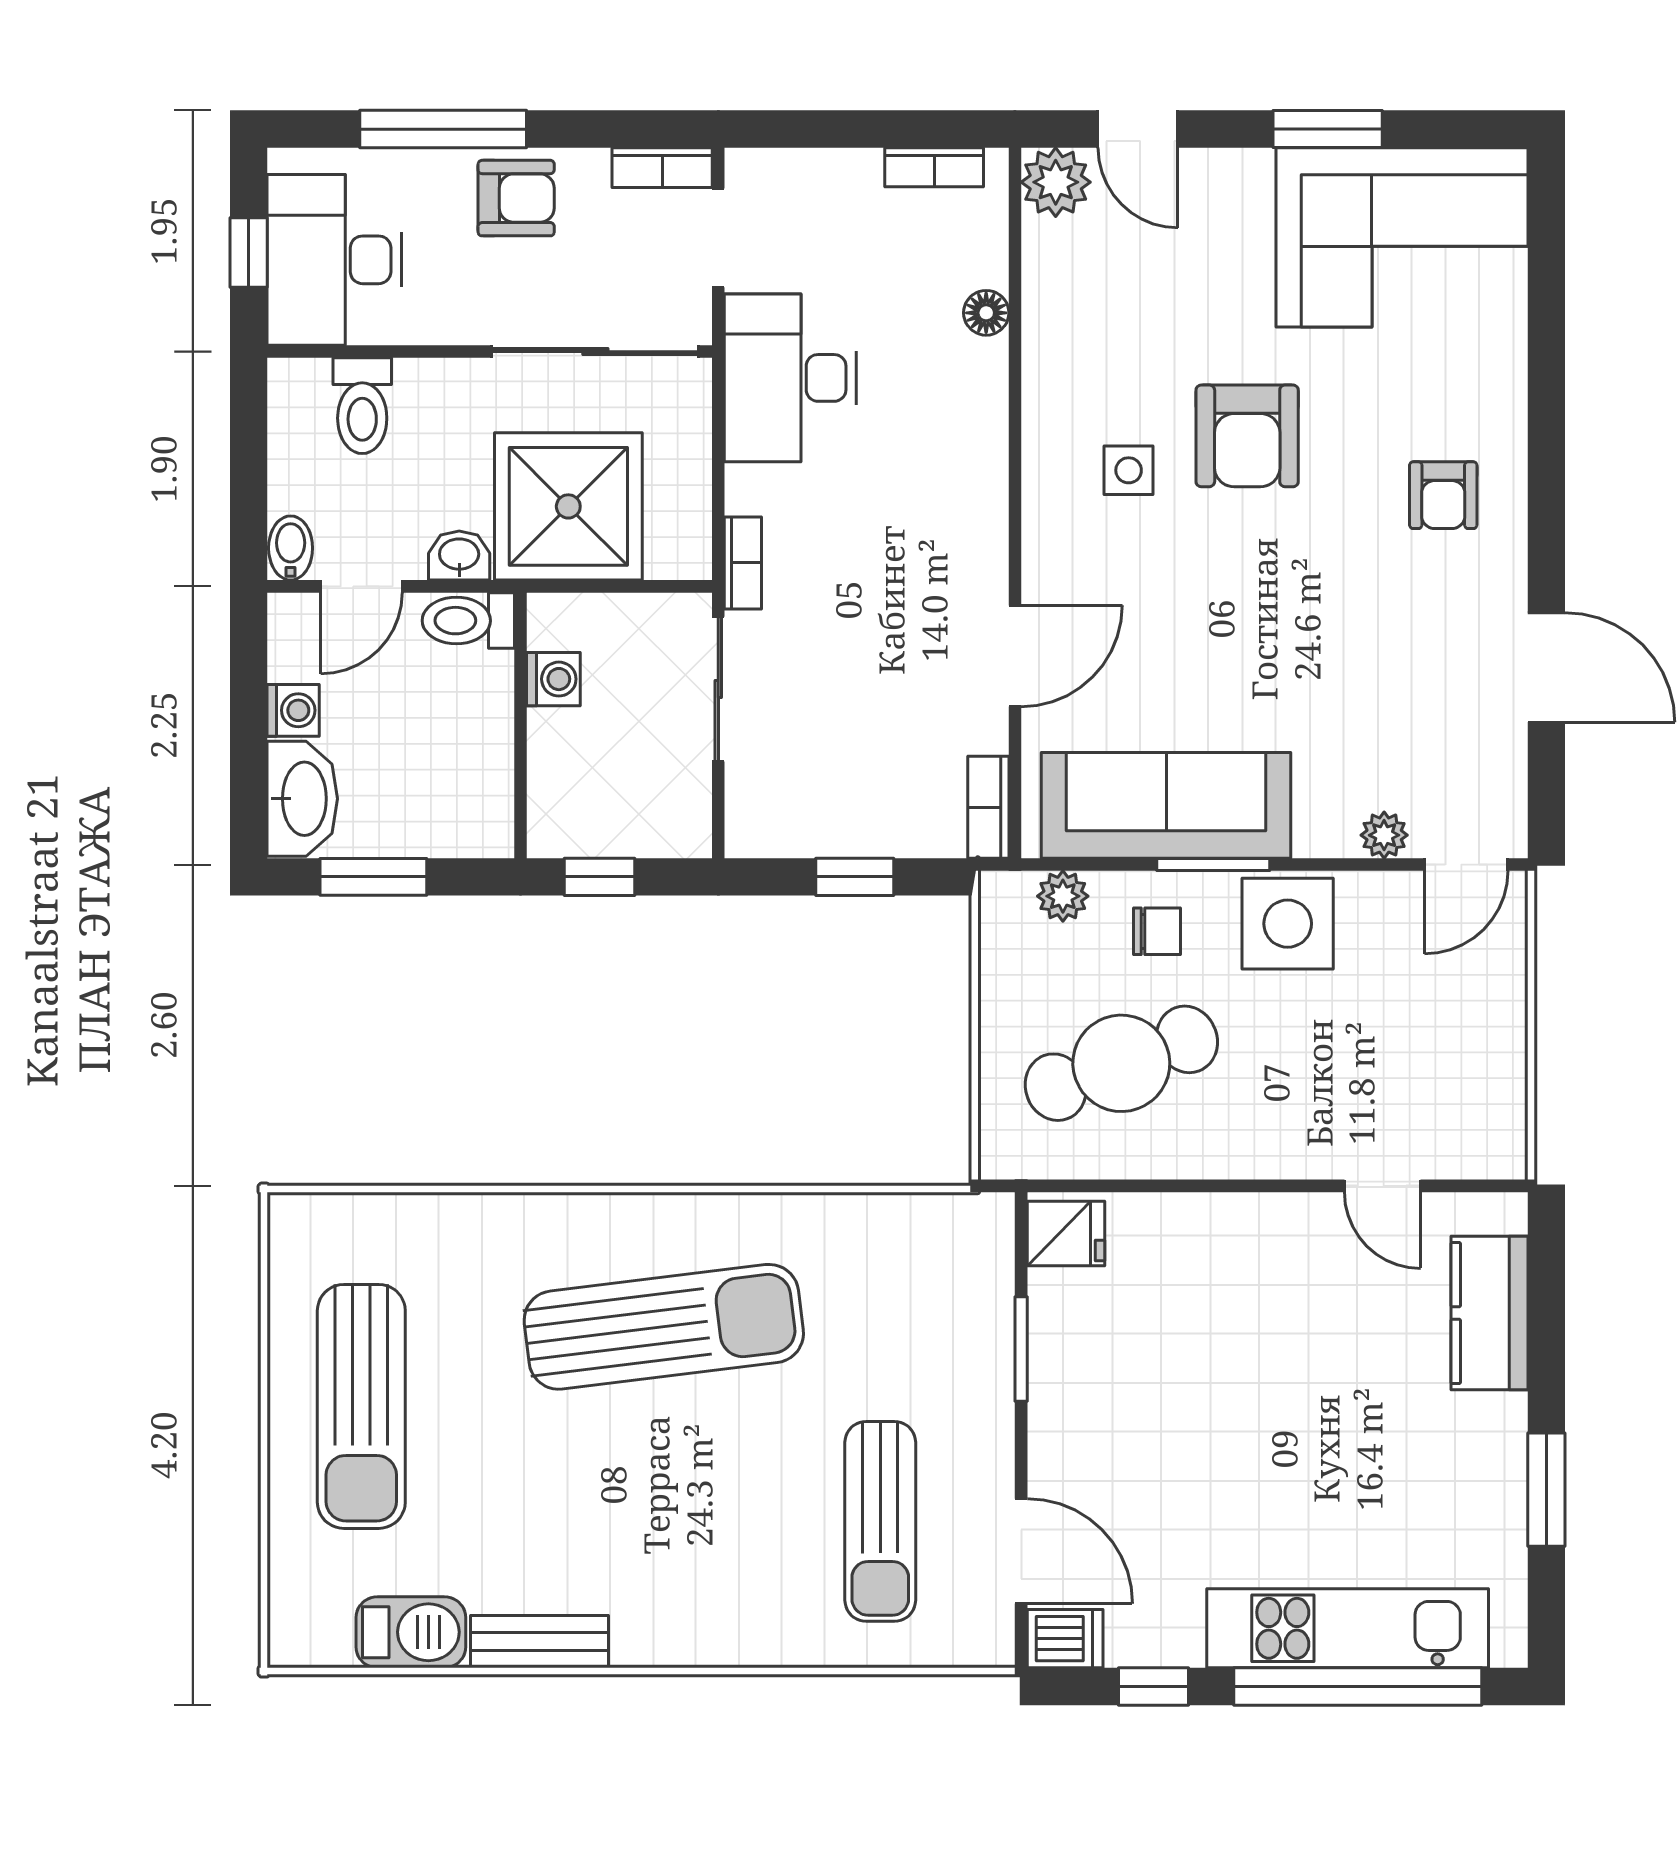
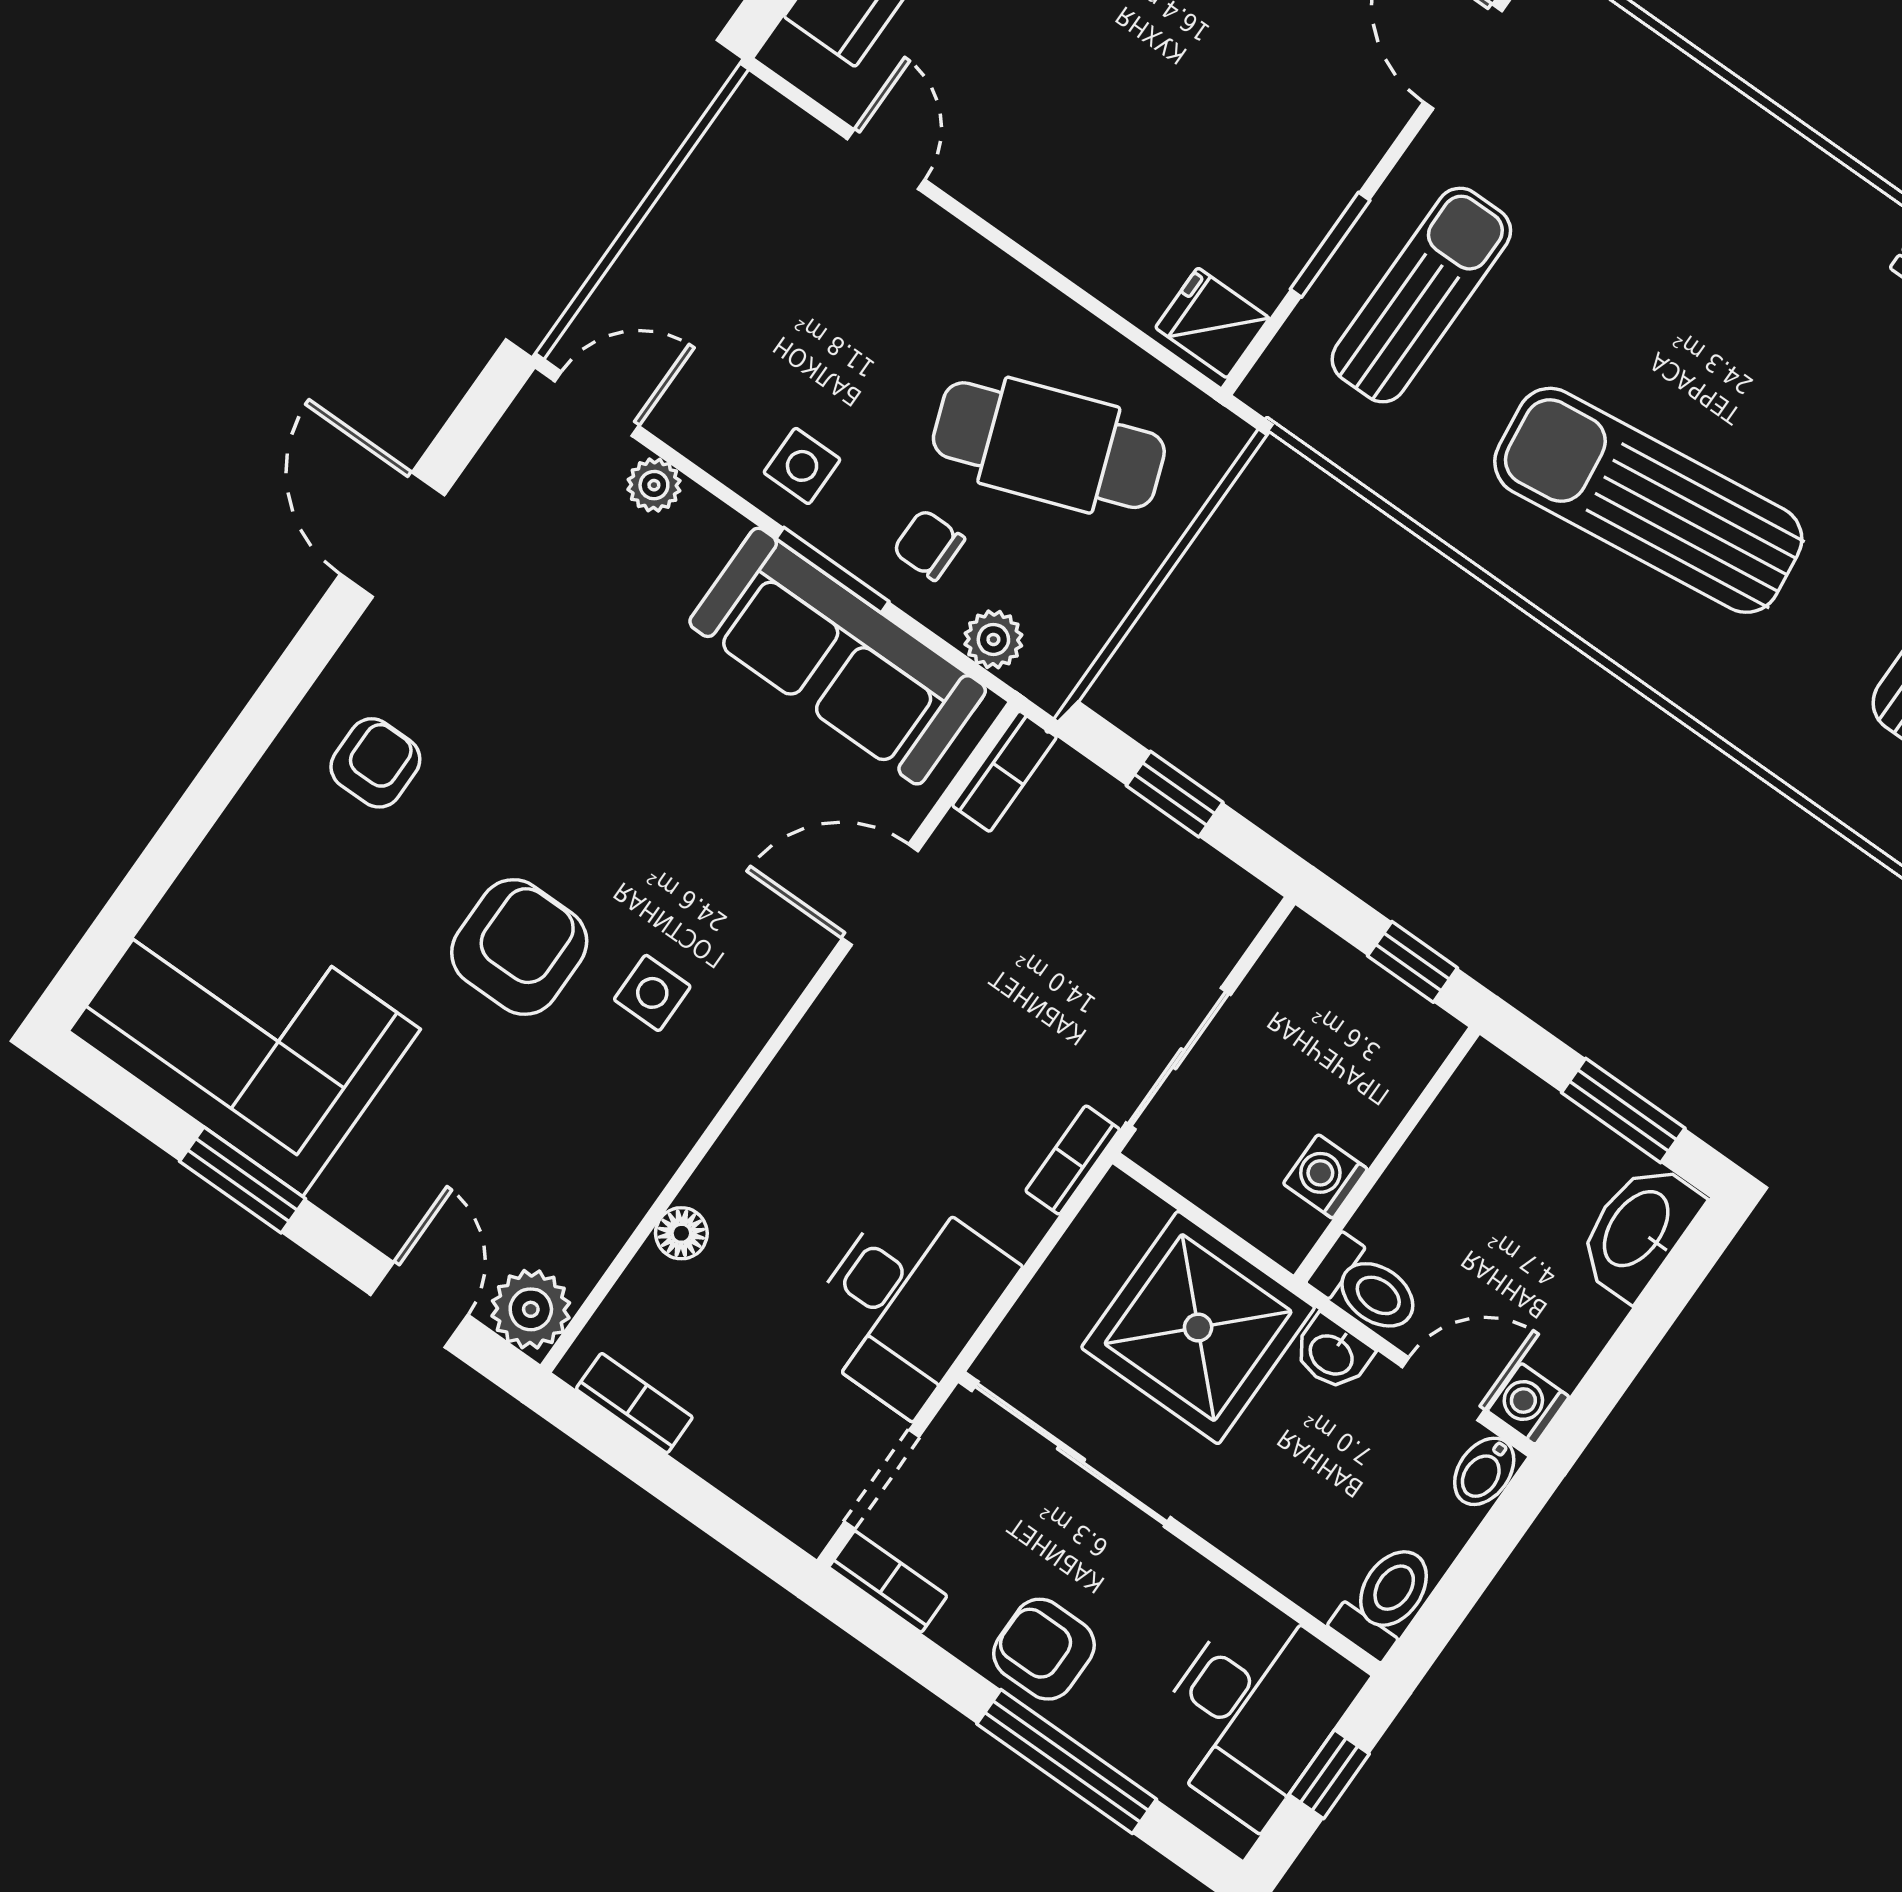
toilet: (362, 406) -> (1385, 1600), moved
washing machine: (293, 710) -> (1528, 1404), moved
side table: (1288, 924) -> (802, 466), width x0.54, depth x0.54
sun lounger: (880, 1521) -> (1421, 295), moved

